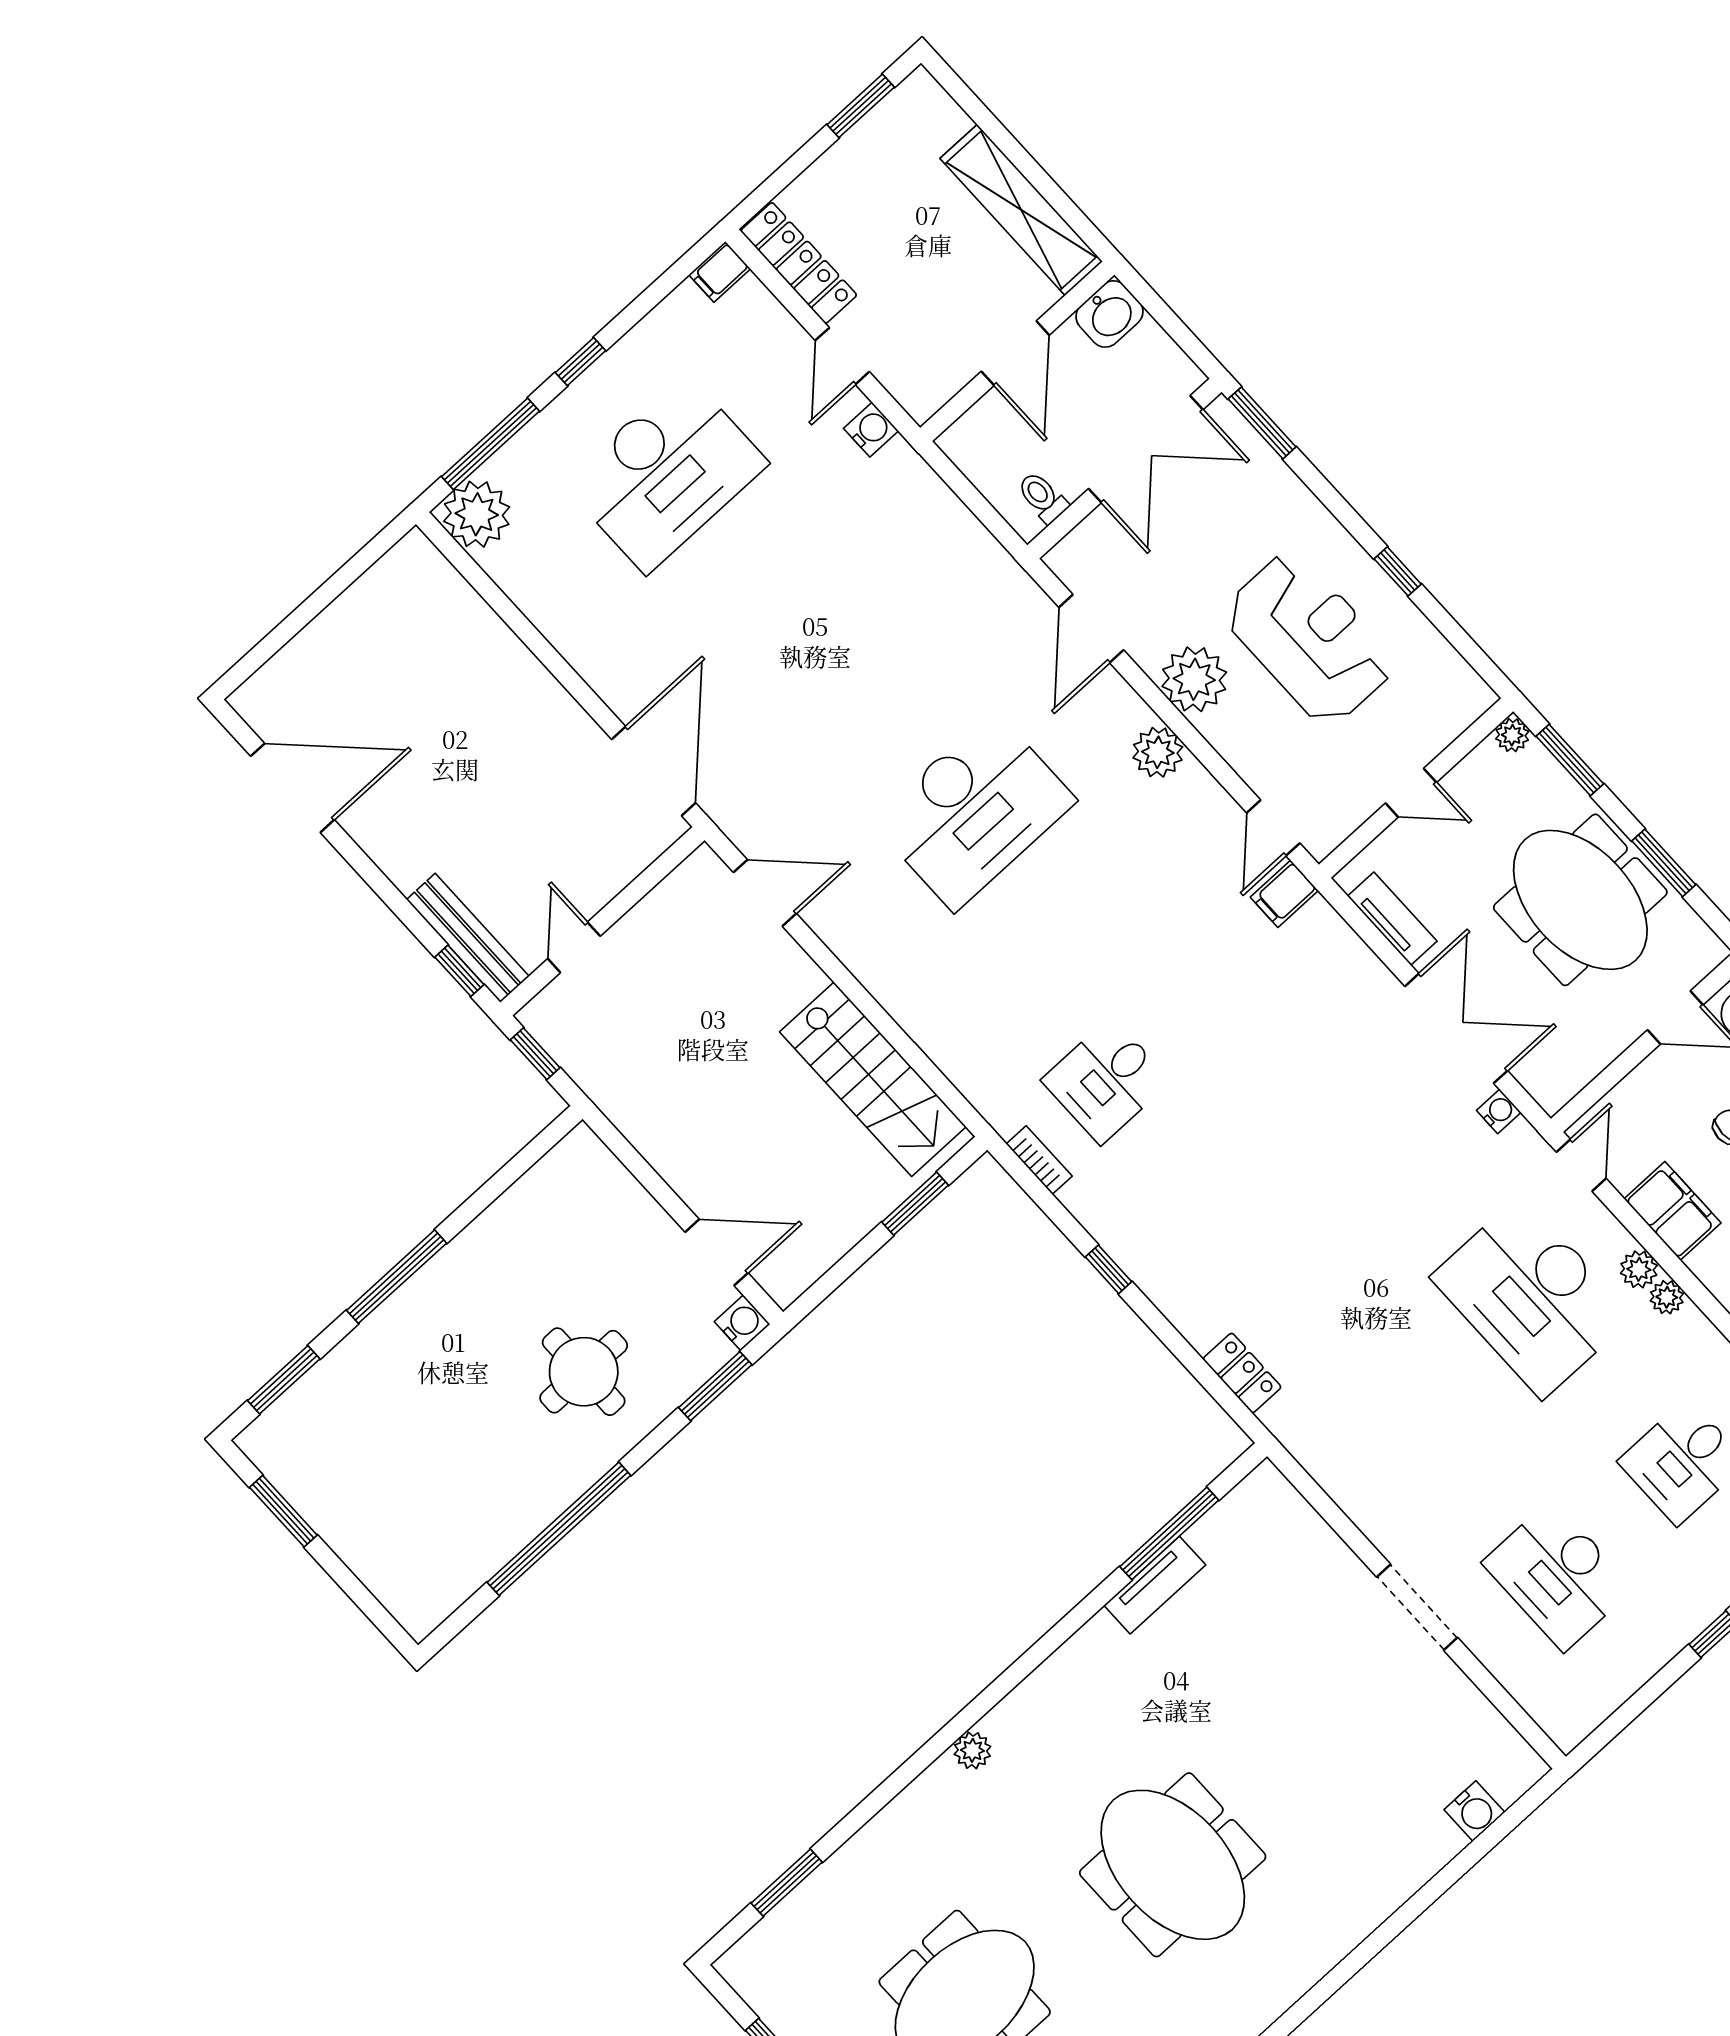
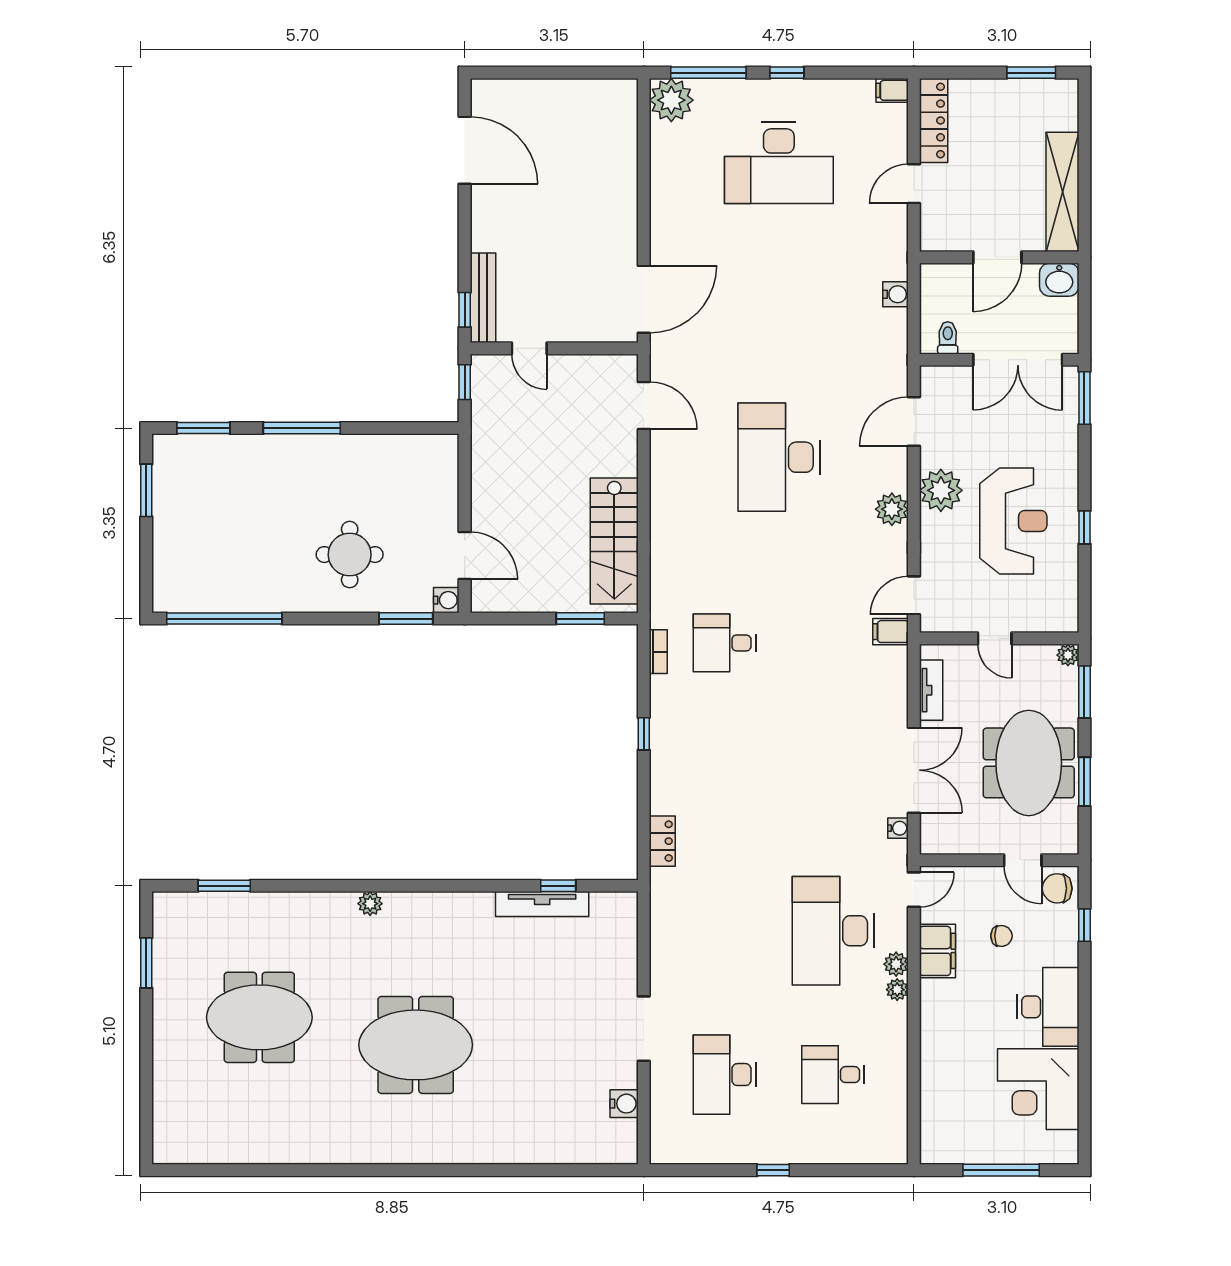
water cooler: (871, 430) -> (896, 294), moved
desk: (974, 811) -> (779, 457), turned 90
door: (574, 947) -> (529, 348), swing flipped
window: (559, 1529) -> (224, 619), moved
window: (1169, 1533) -> (558, 886), width x0.46
tv unit: (1155, 1585) -> (542, 904), width x1.41
water cooler: (1474, 1811) -> (624, 1104), moved, turned -90
meeting table: (1173, 1865) -> (416, 1045), turned 90

